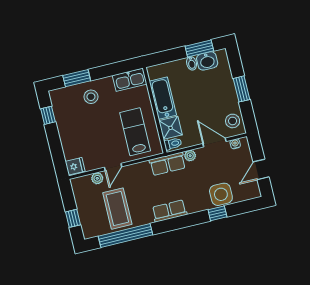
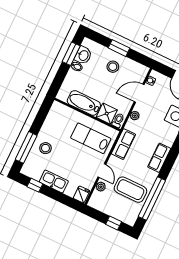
window: (77, 78) -> (26, 147), width x1.44
kitchen sink: (130, 80) -> (54, 181), moved, turned -90
stool: (233, 121) -> (113, 67), moved
row of seats: (167, 164) -> (123, 144), moved

